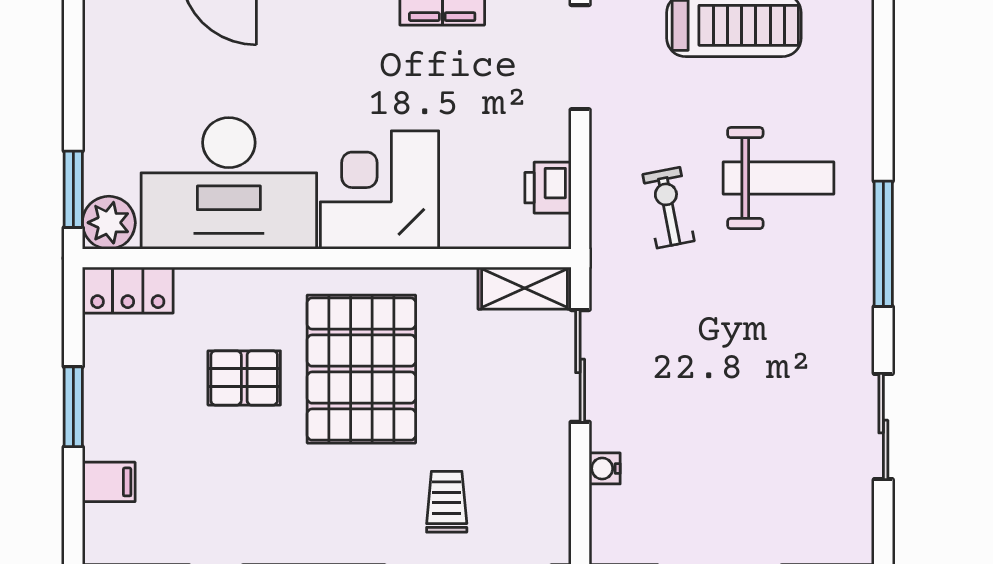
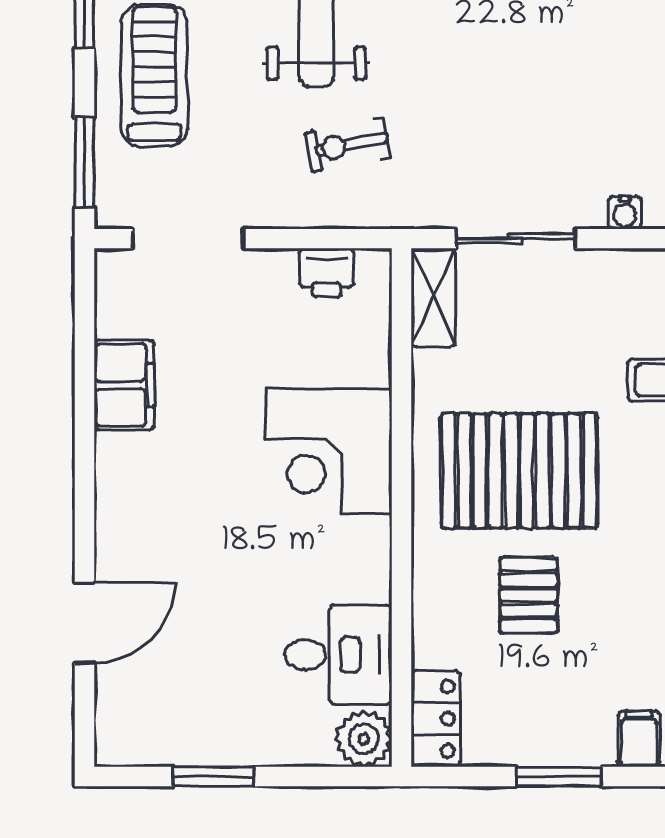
desk: (229, 183) -> (338, 655), width x0.53, depth x0.77
window: (73, 189) -> (213, 777), moved

